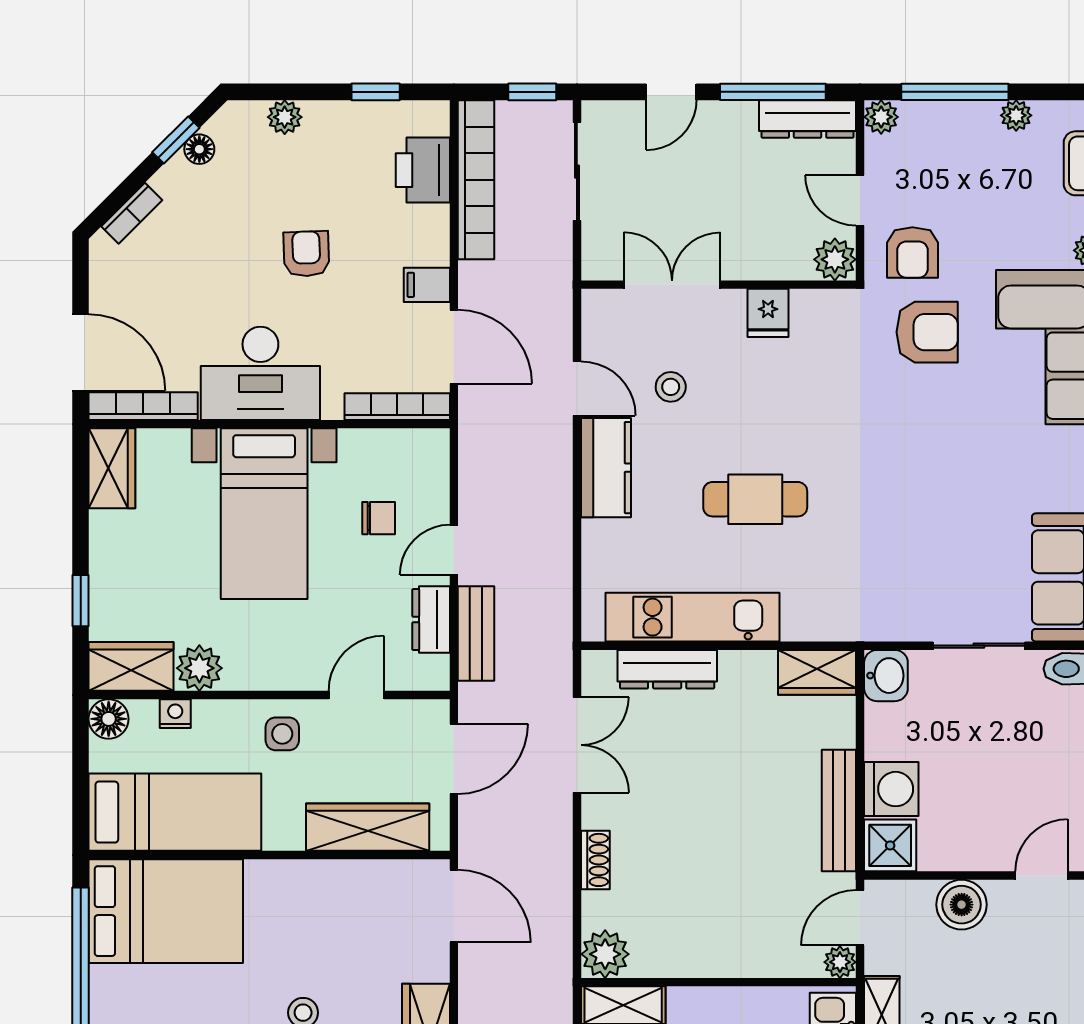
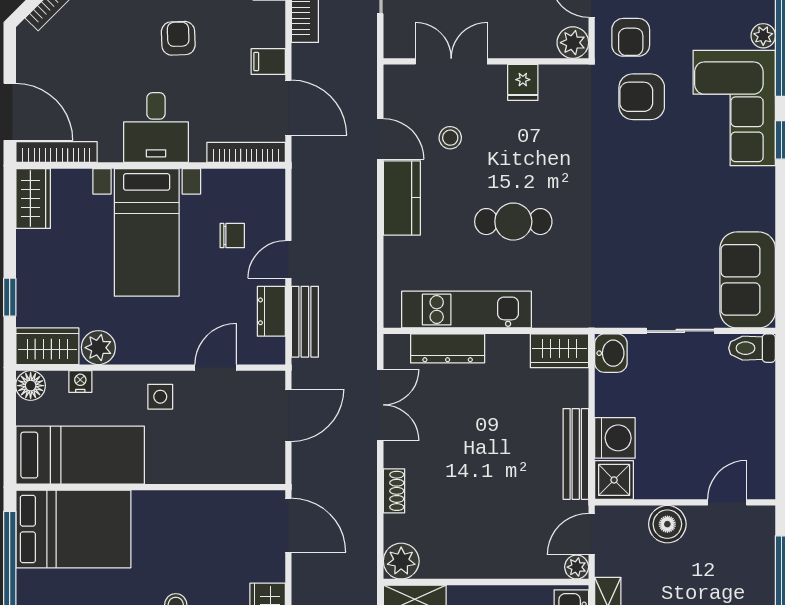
armchair: (927, 332) -> (642, 97), turned 180
desk: (260, 373) -> (156, 128), width x0.73
wardrobe: (368, 827) -> (224, 466), removed

